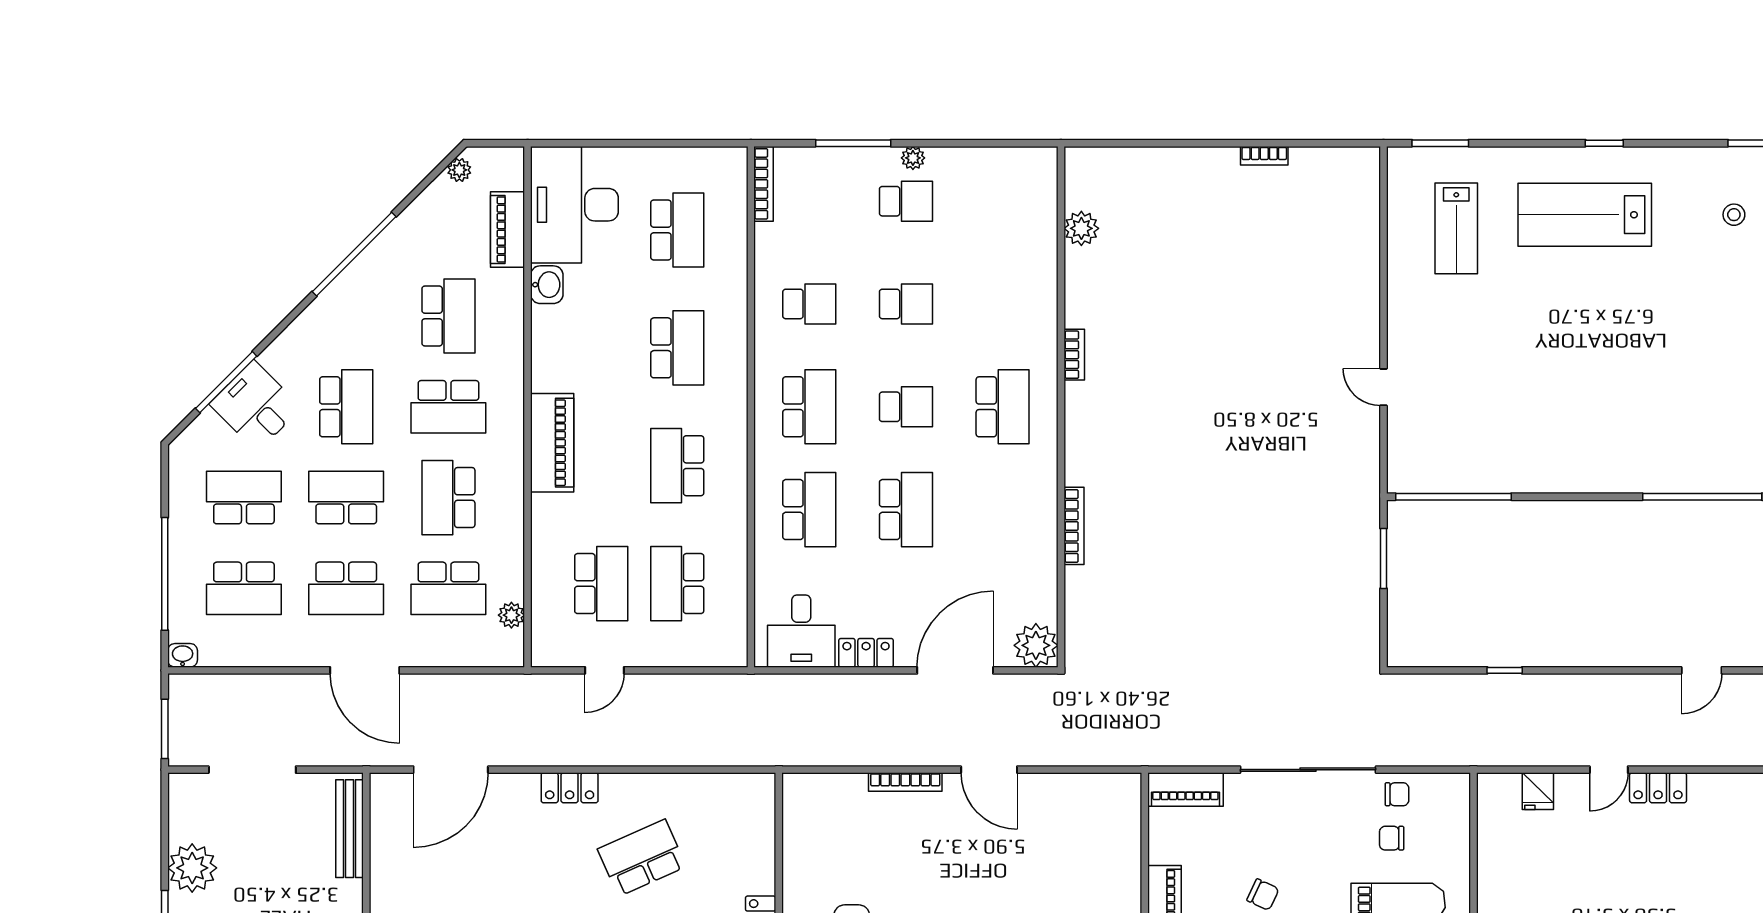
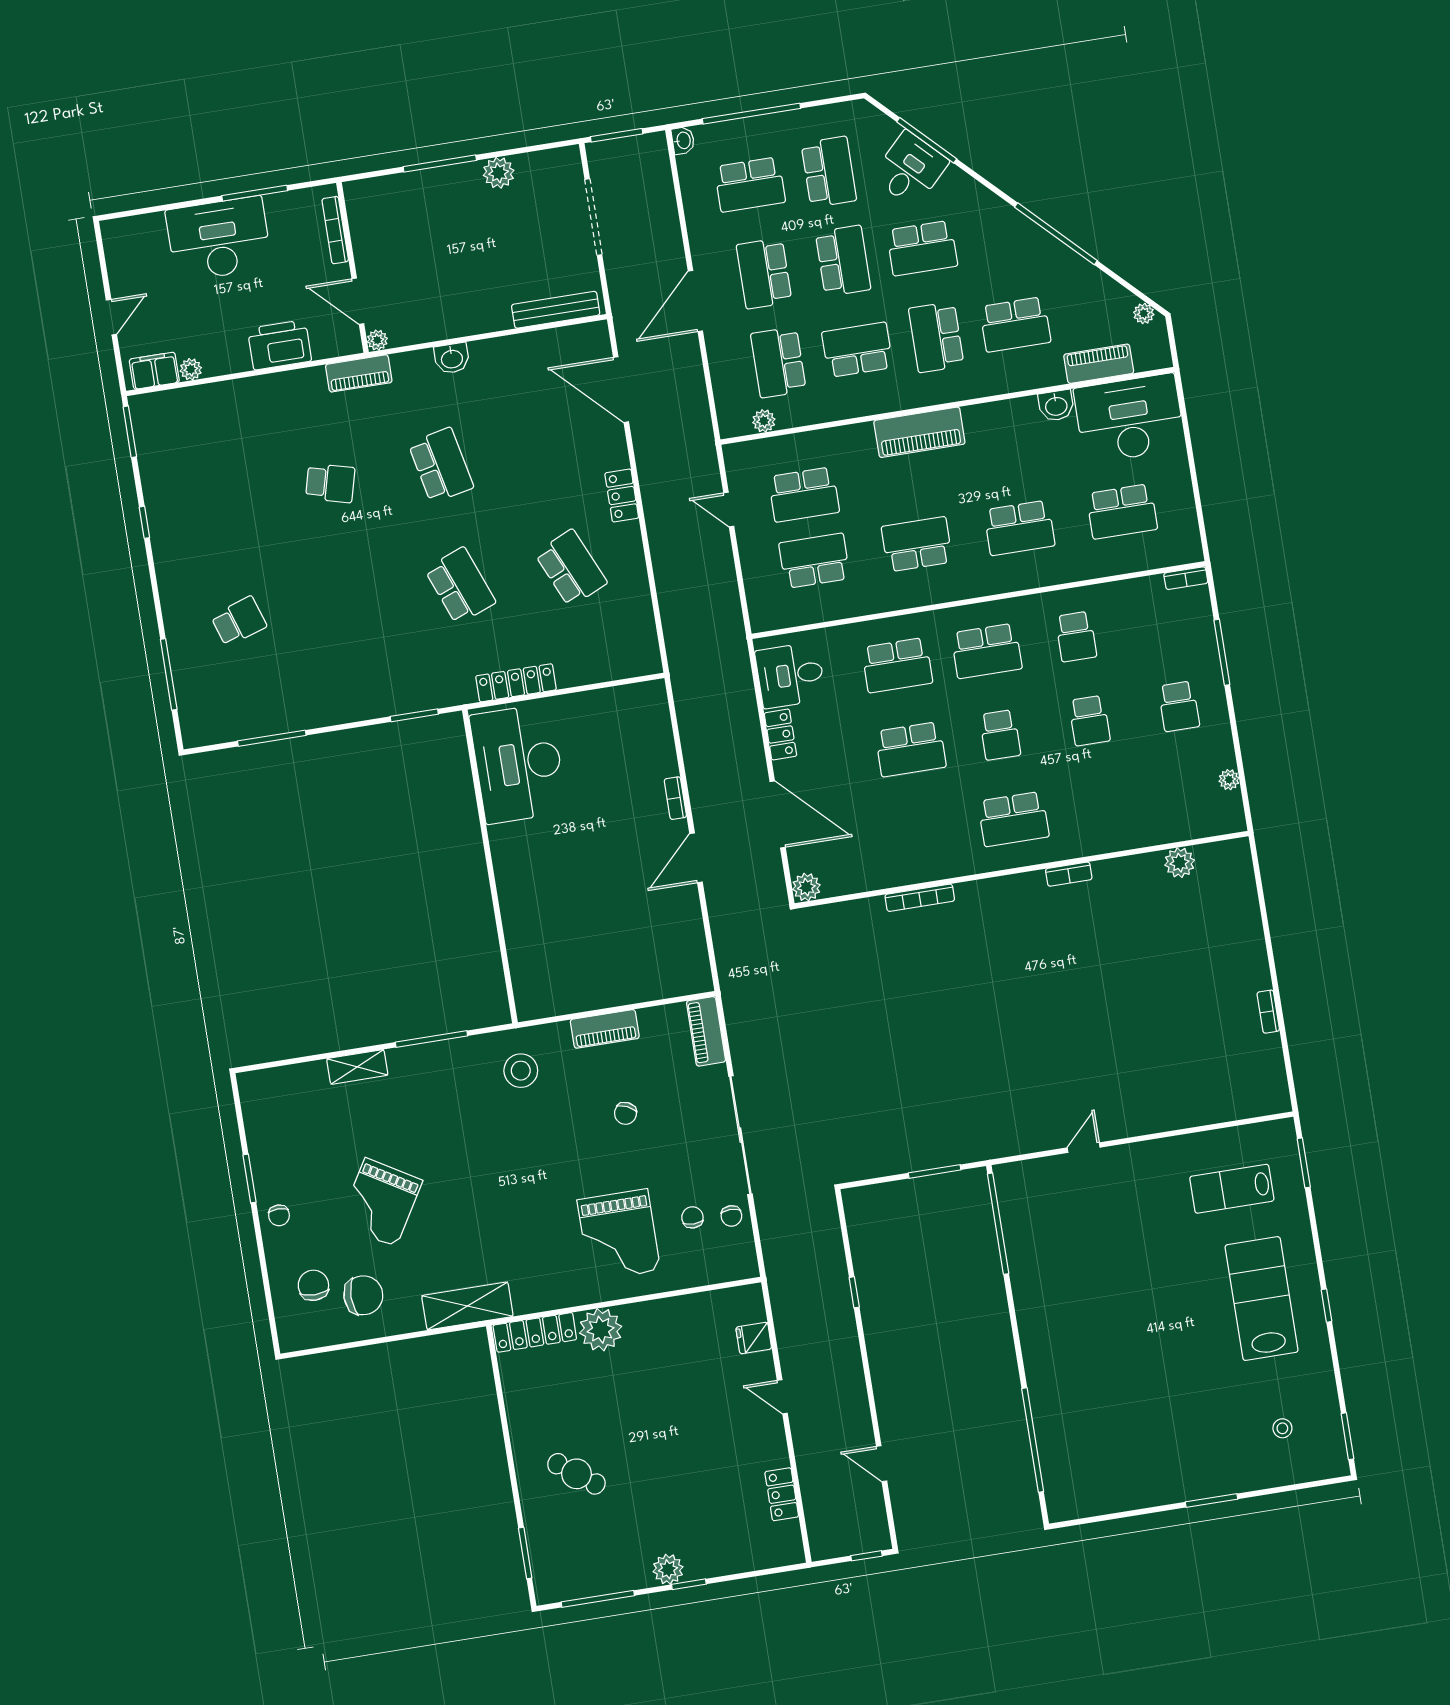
plant: (913, 158) -> (1229, 780), moved
bookcase: (764, 184) -> (1186, 578), width x0.64
school desk: (244, 588) -> (750, 184), turned -90
plant: (1036, 645) -> (806, 887), width x0.73, depth x0.73
bookcase: (905, 782) -> (675, 798), width x0.64
locker: (1658, 788) -> (782, 1494), moved
plant: (192, 868) -> (499, 173), width x0.73, depth x0.73

